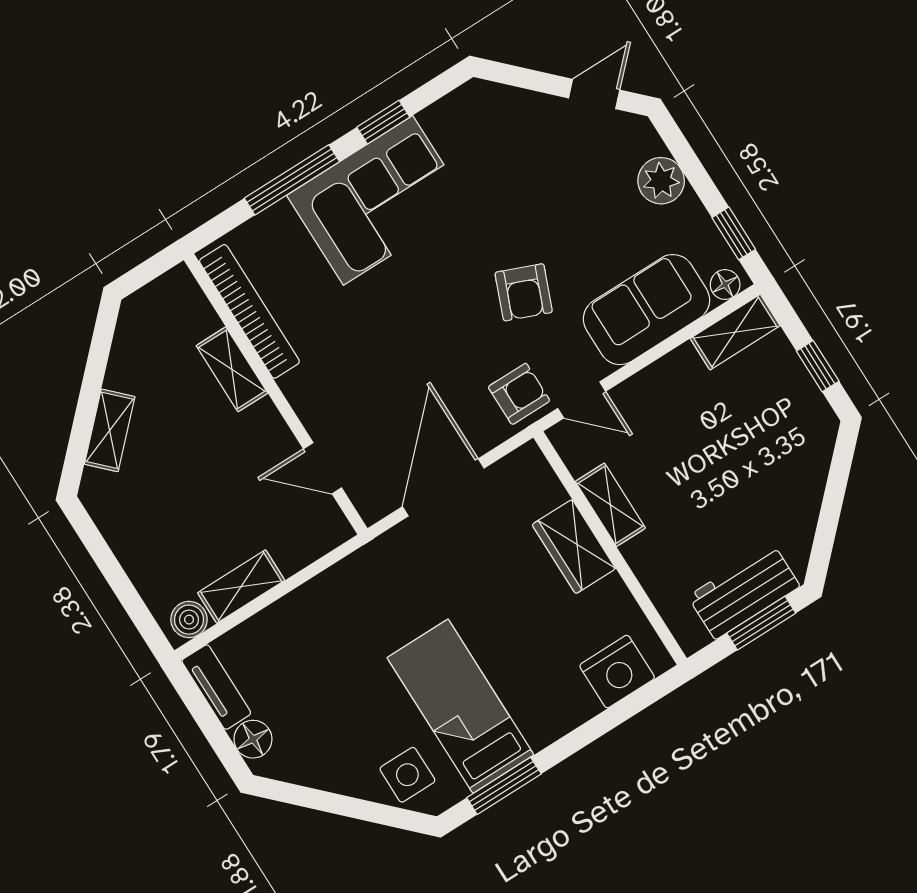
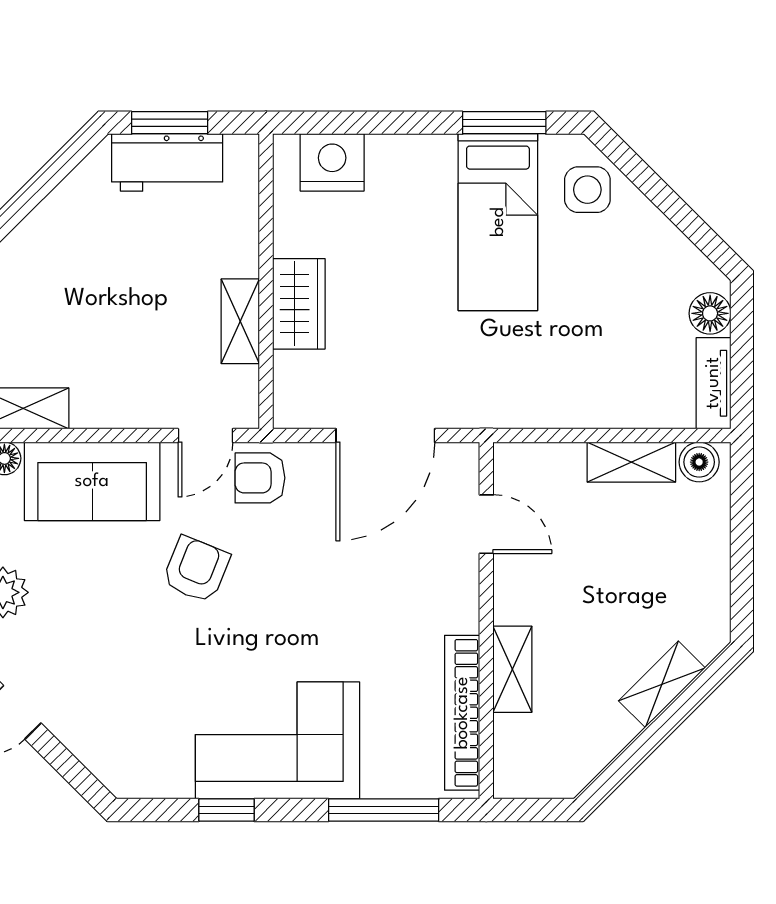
window: (292, 180) -> (384, 810), moved
door: (582, 400) -> (205, 435), swing flipped

